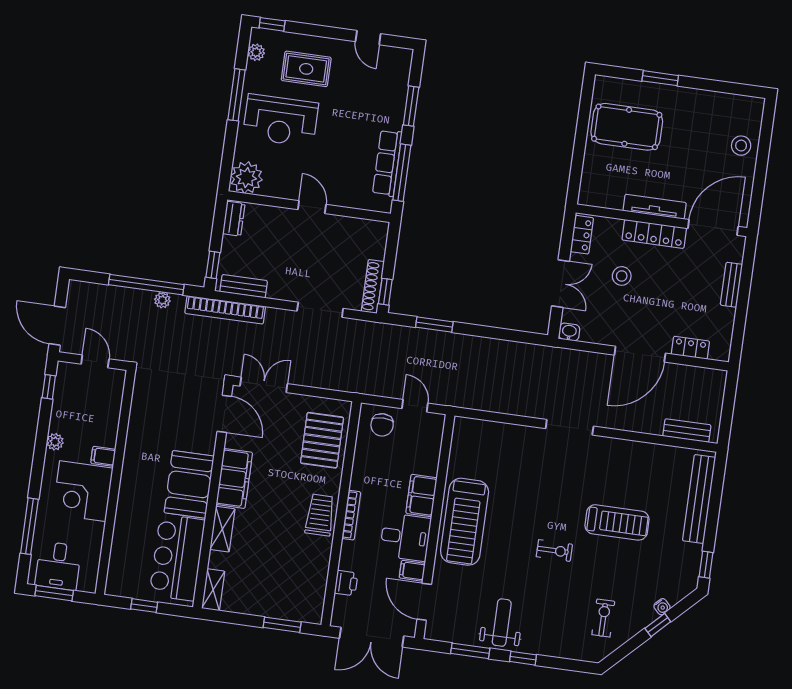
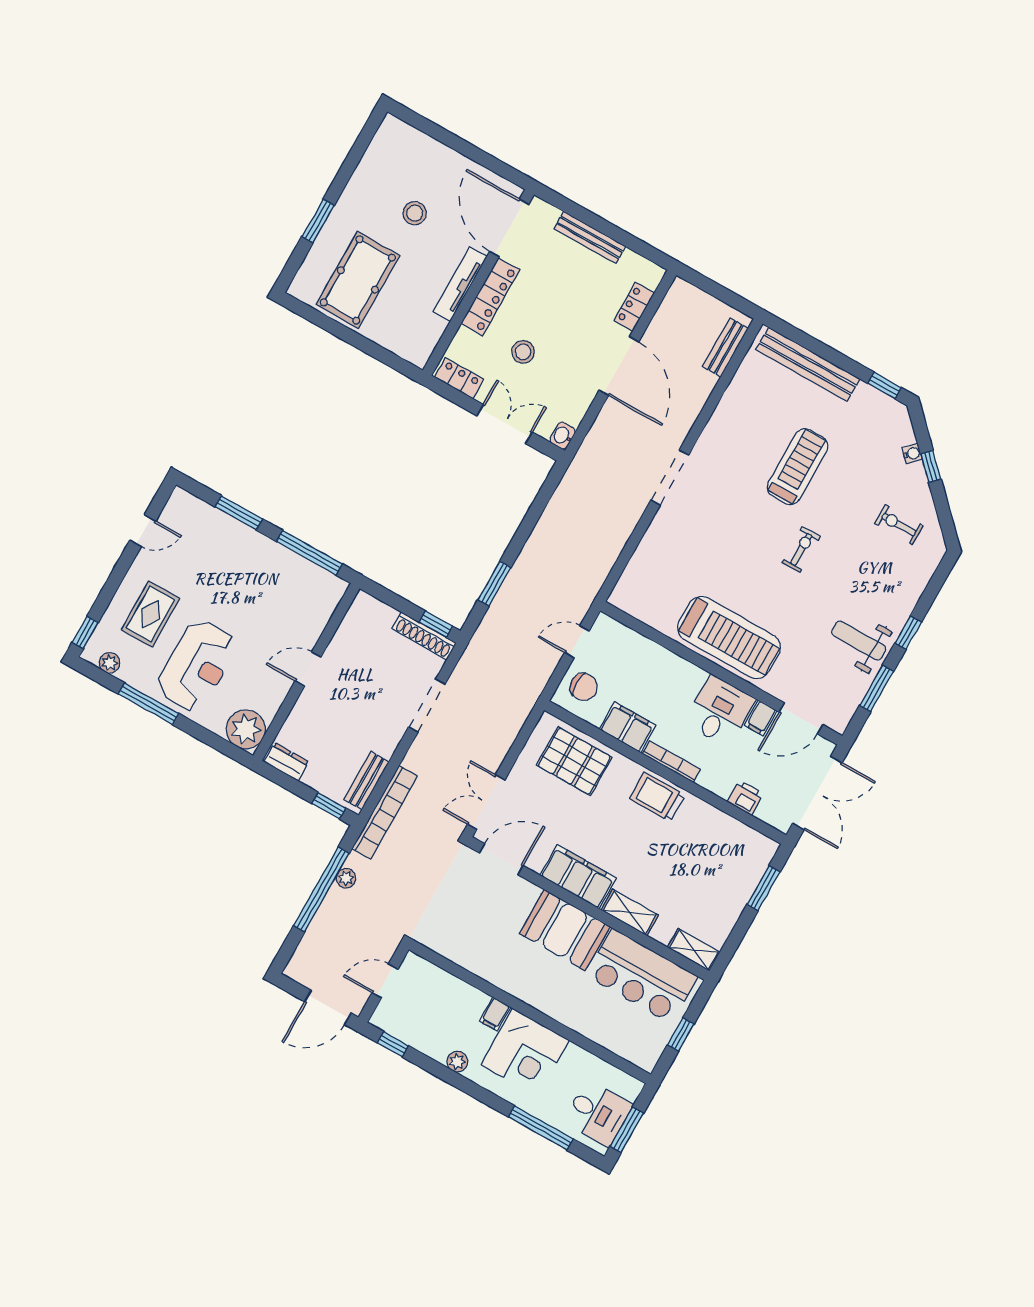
stool: (741, 146) -> (415, 213), moved
row of seats: (387, 163) -> (292, 565), removed
bench: (731, 285) -> (590, 237), width x1.36
filing cabinet: (421, 496) -> (627, 727), moved, turned 180

